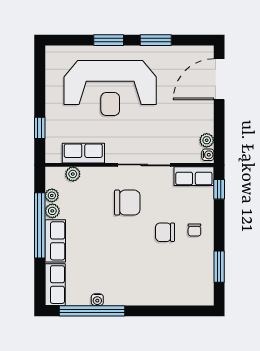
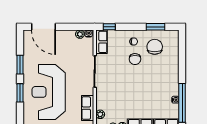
reception desk: (110, 88) -> (49, 92), turned 180
chair: (127, 203) -> (155, 47), moved

